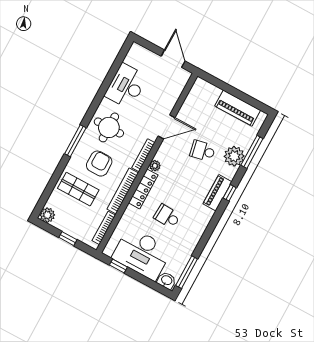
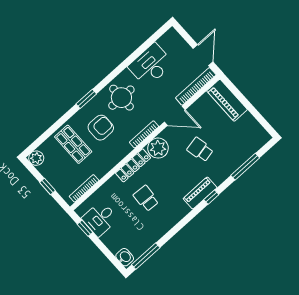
piano: (238, 108) -> (227, 100), moved
window: (75, 141) -> (86, 99), width x0.69
plant: (234, 156) -> (227, 165), removed
plant: (155, 166) -> (158, 148), width x1.88, depth x1.88
bookcase: (123, 191) -> (196, 86), moved
desk: (142, 254) -> (100, 219), width x0.53, depth x0.77

